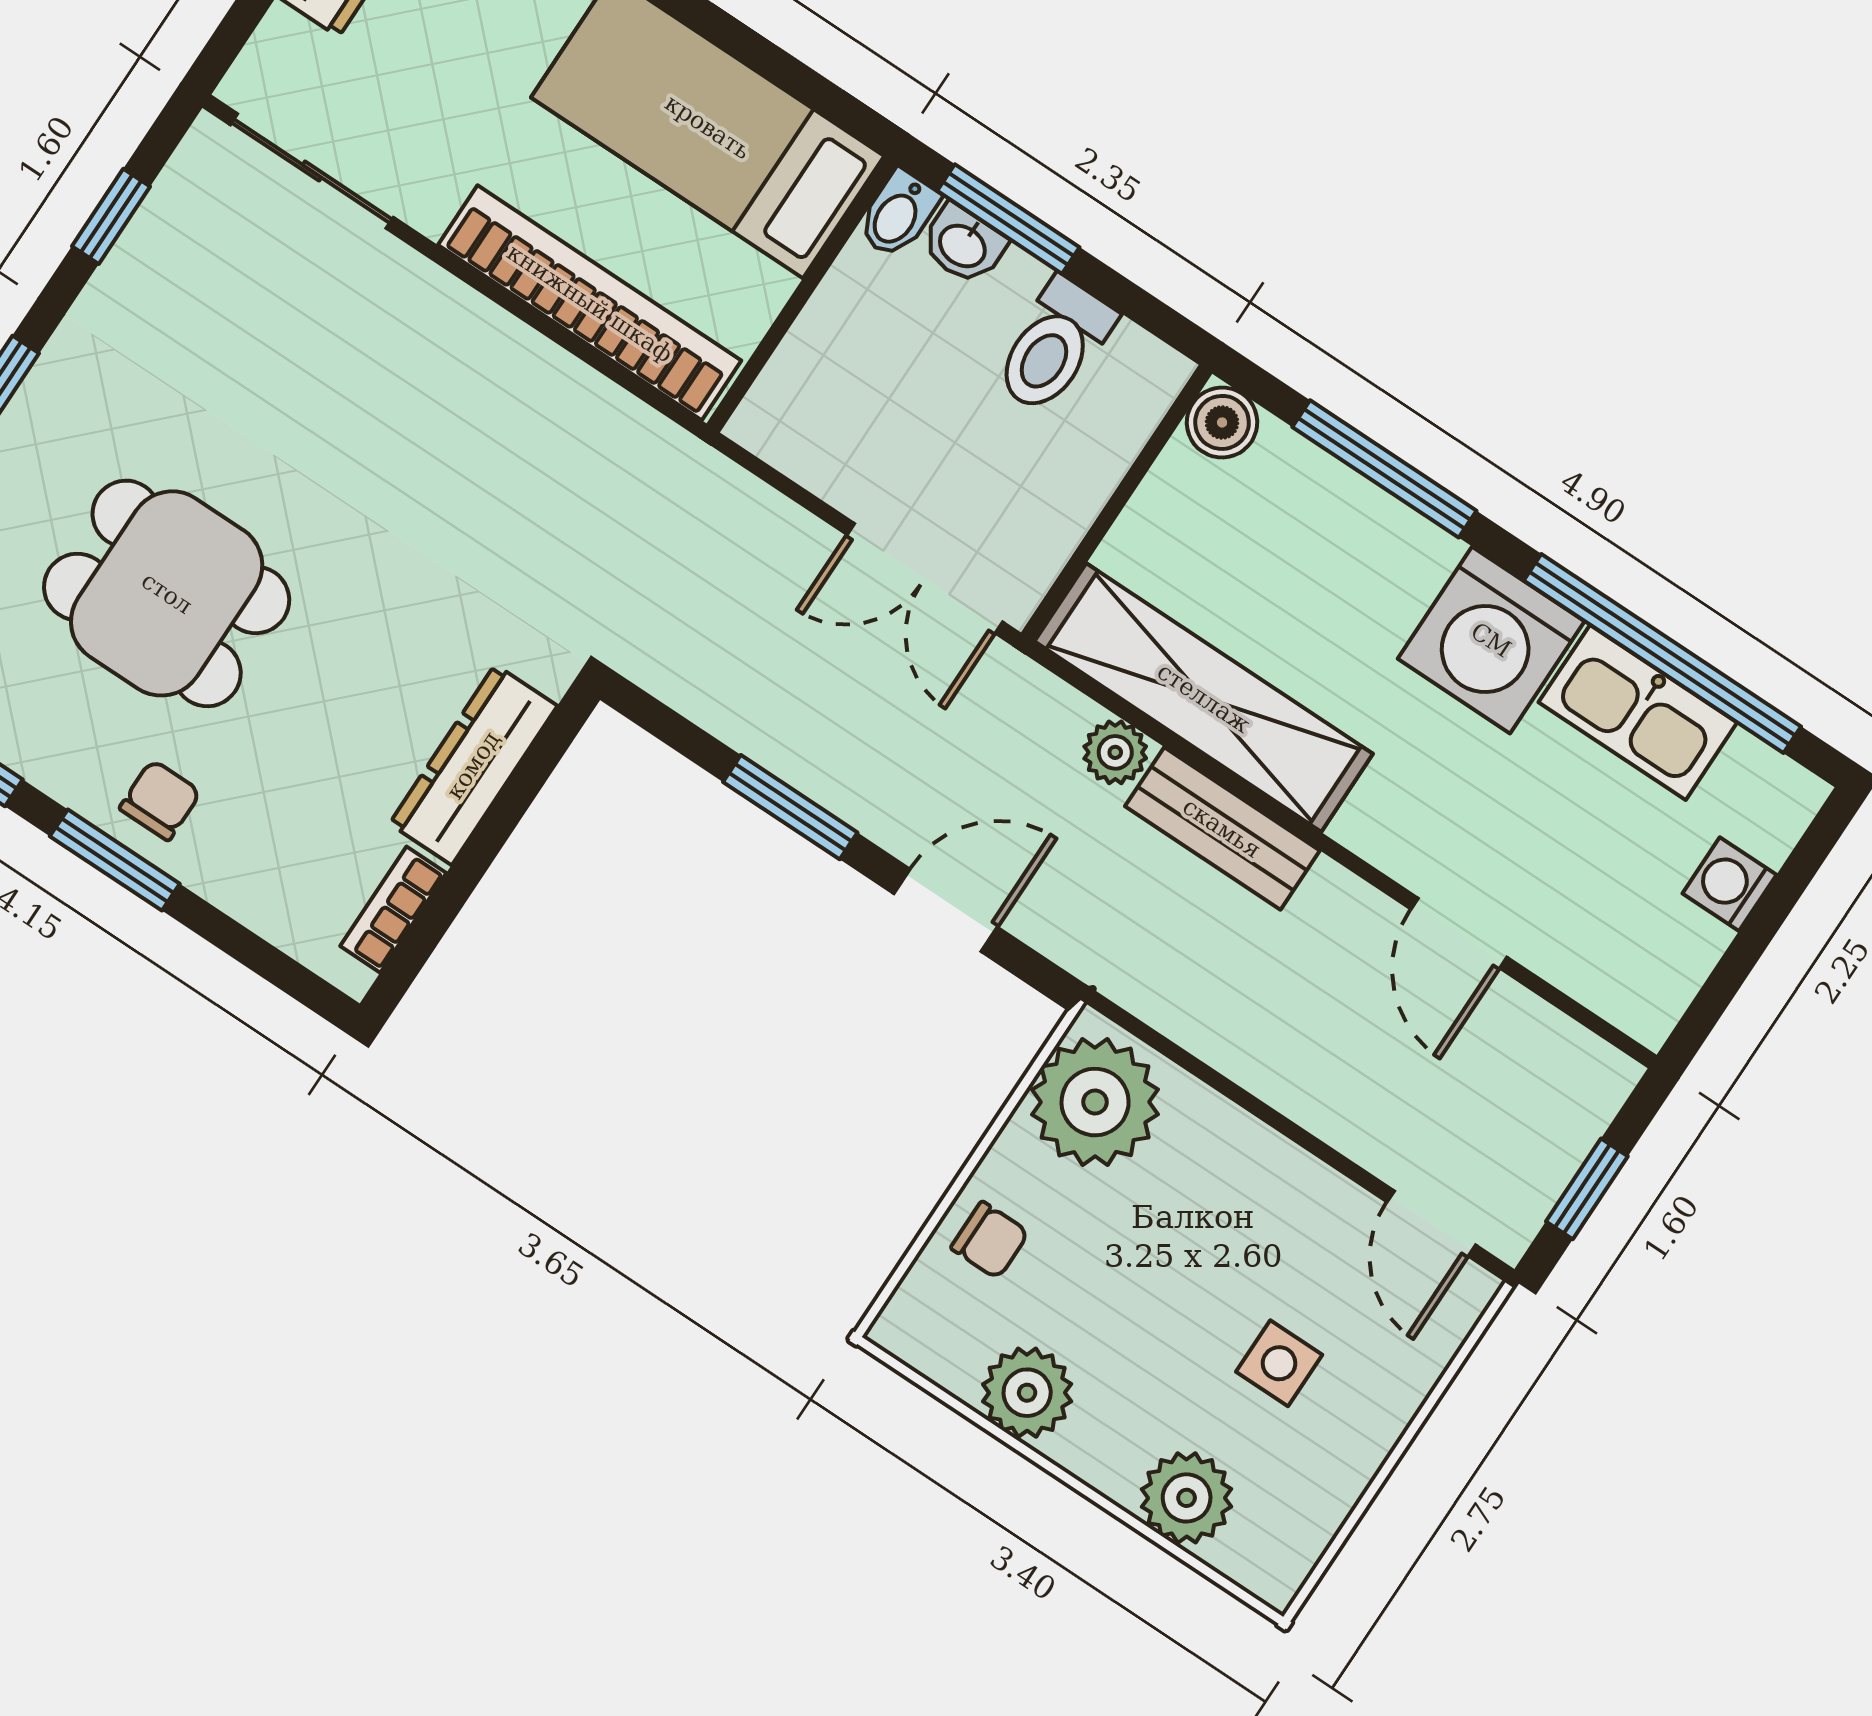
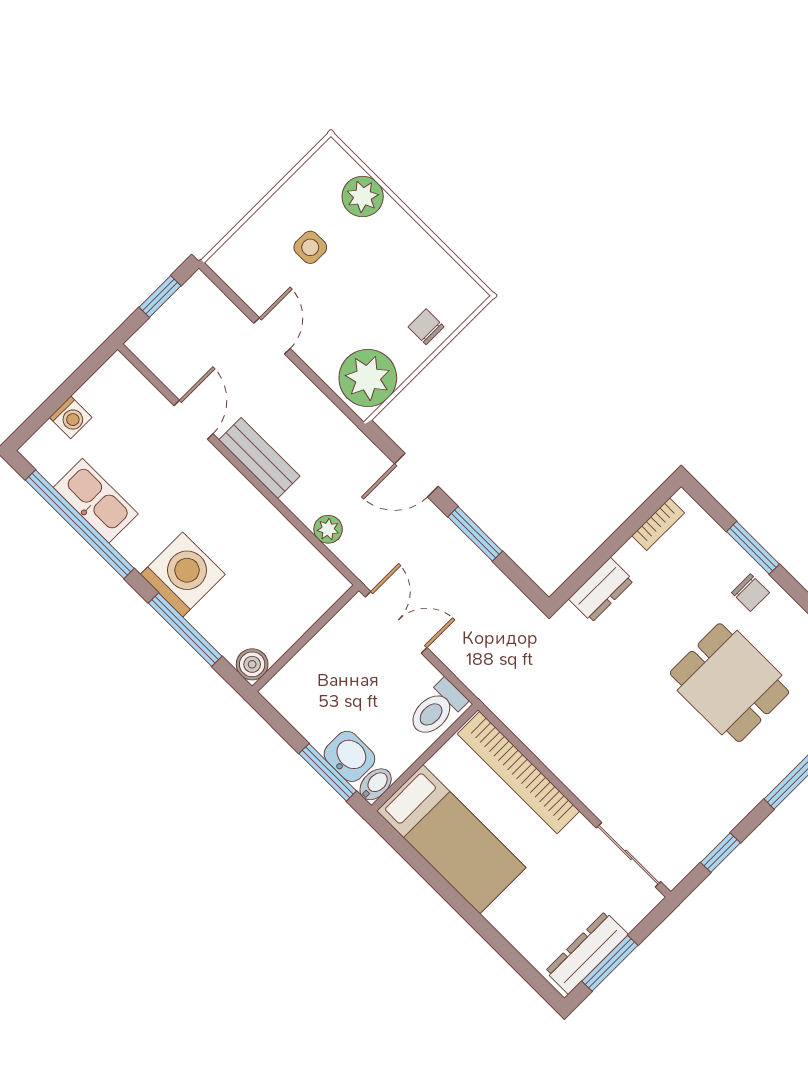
washbasin: (963, 244) -> (349, 756), width x1.38, depth x1.45
toilet: (1054, 346) -> (437, 709), moved, turned 180
washing machine: (1491, 640) -> (183, 574), moved
shelving: (1204, 698) -> (284, 545), removed
dresser: (473, 765) -> (601, 590), width x0.70
chair: (160, 800) -> (750, 593), turned -90
bench: (1222, 828) -> (259, 458), moved
window: (115, 860) -> (753, 548), moved
door: (1431, 1223) -> (272, 336), moved
plant: (1027, 1393) -> (423, 257), removed

